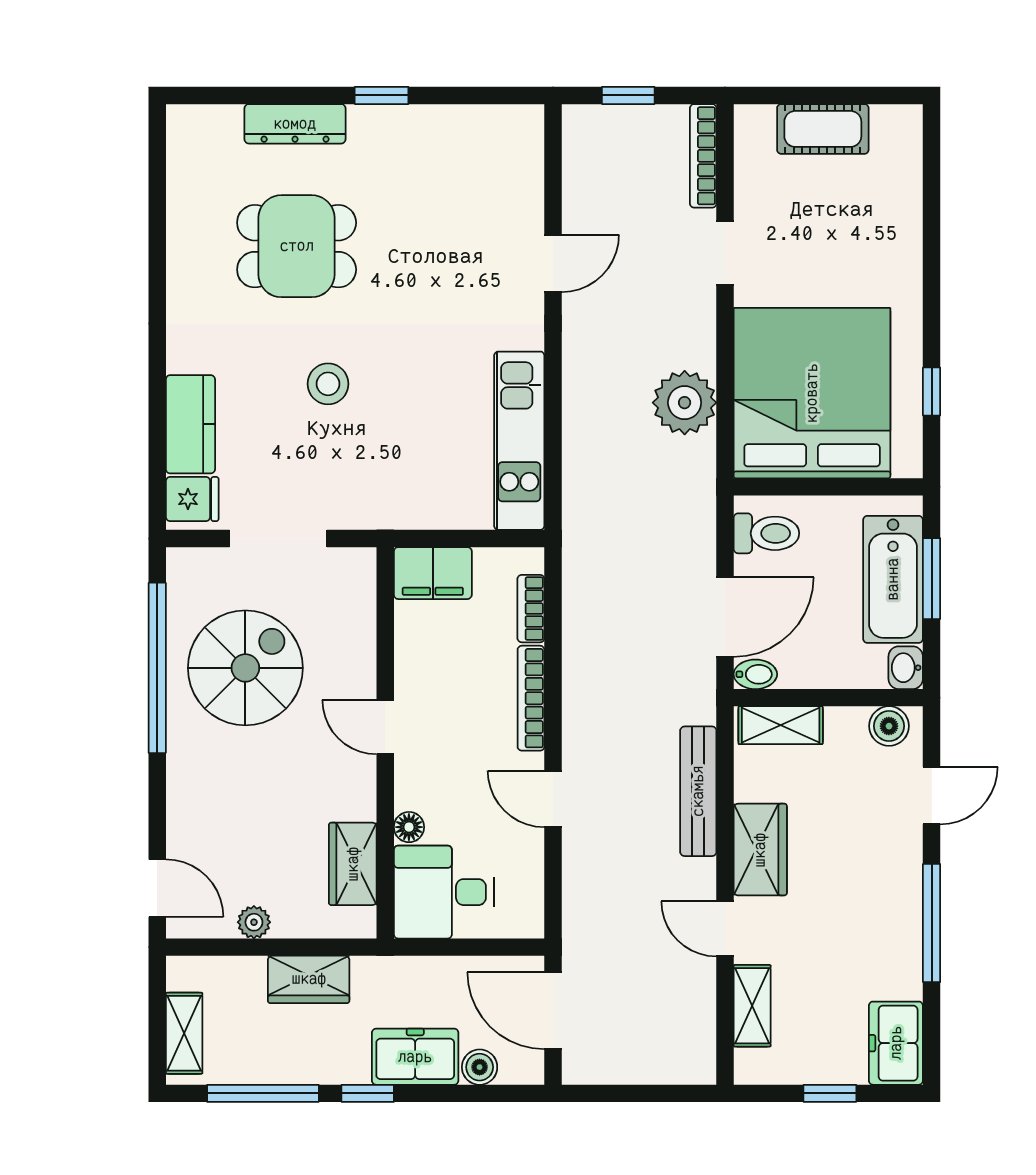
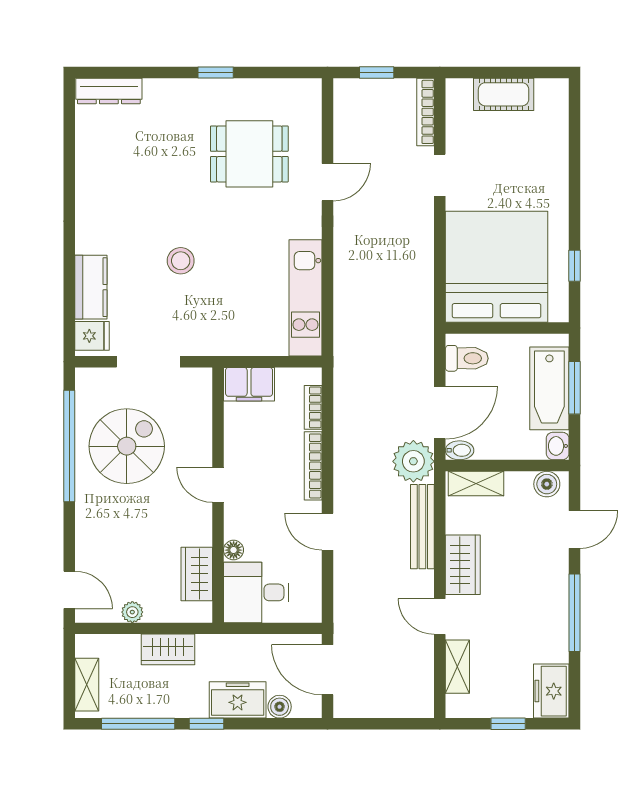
dresser: (295, 124) -> (109, 91), moved
dining table: (297, 246) -> (249, 154), moved
plant: (685, 403) -> (413, 461), moved

